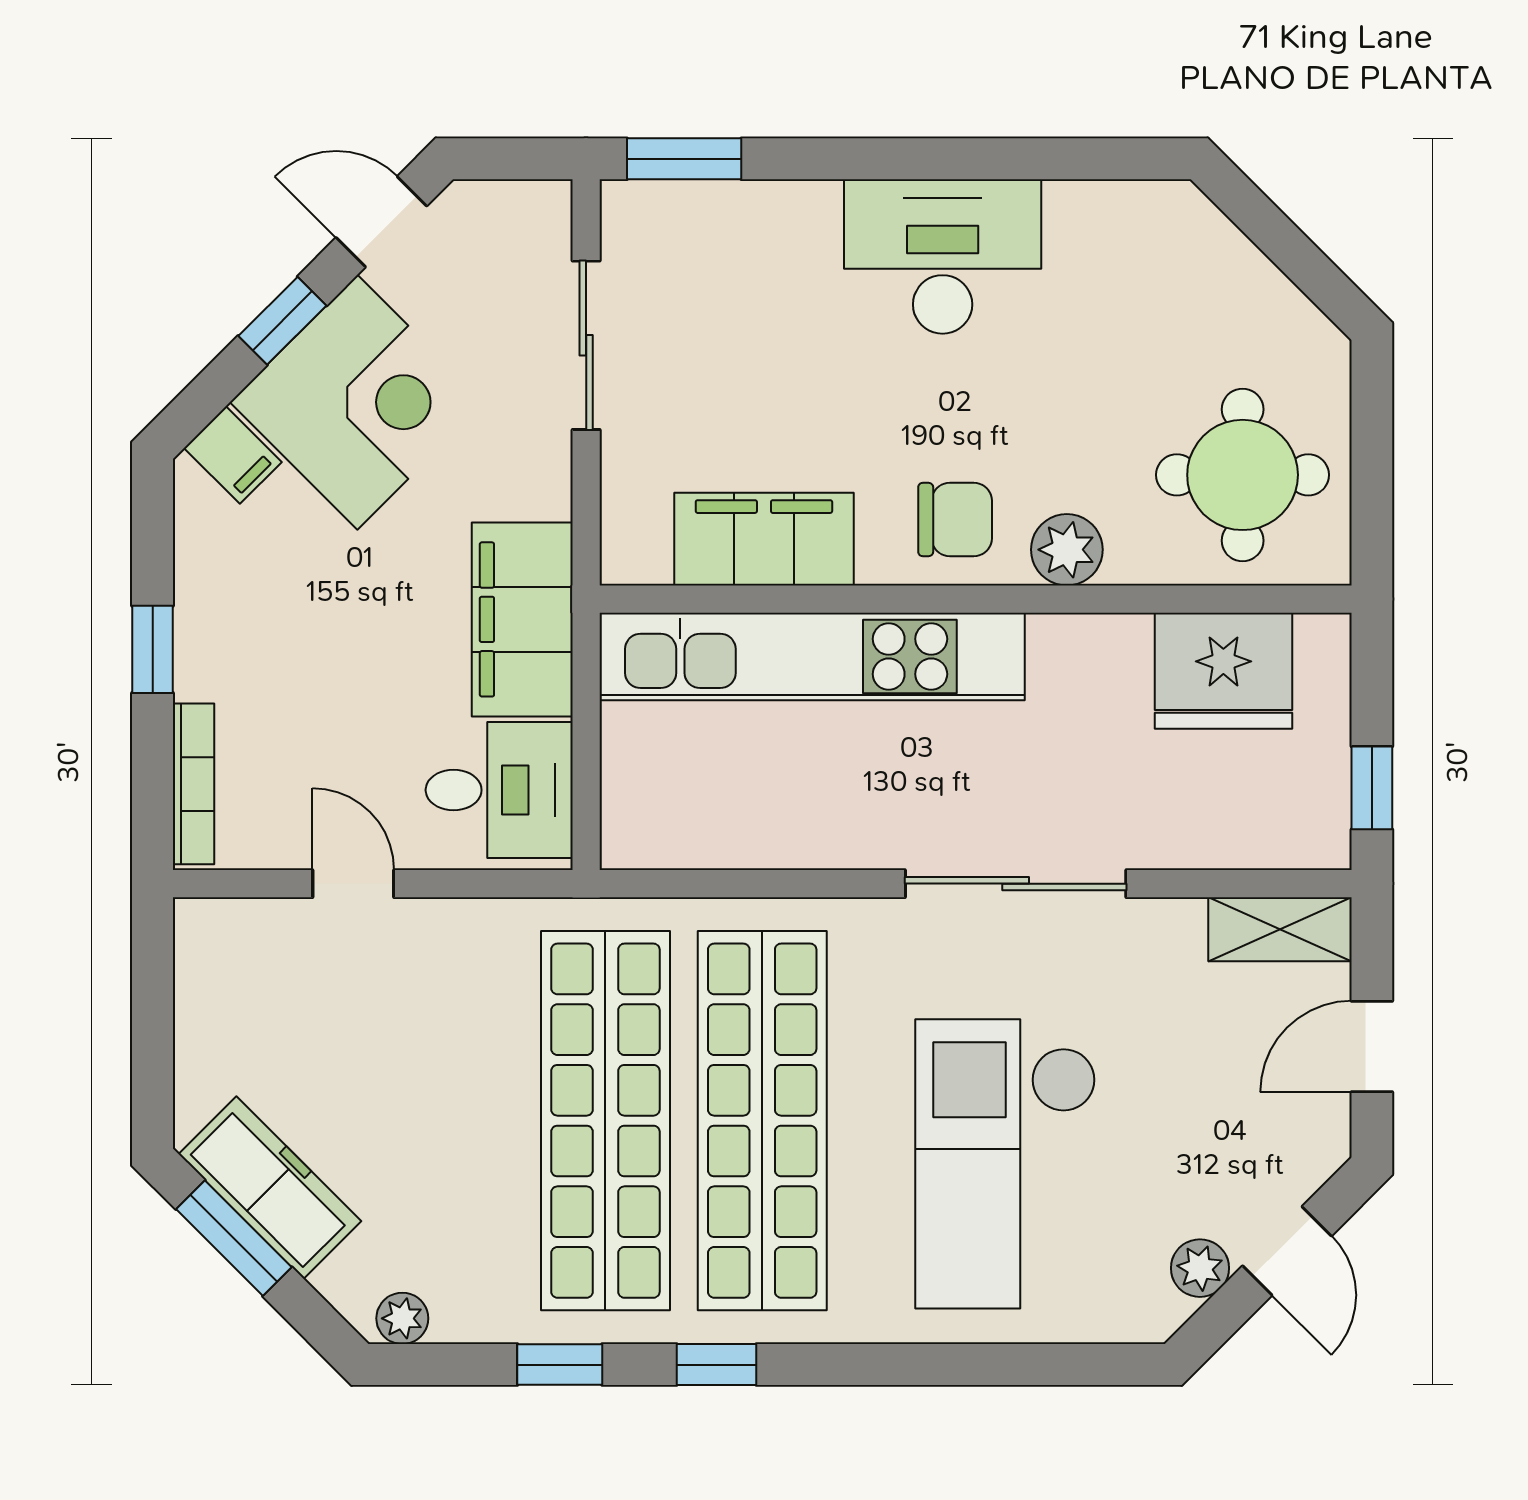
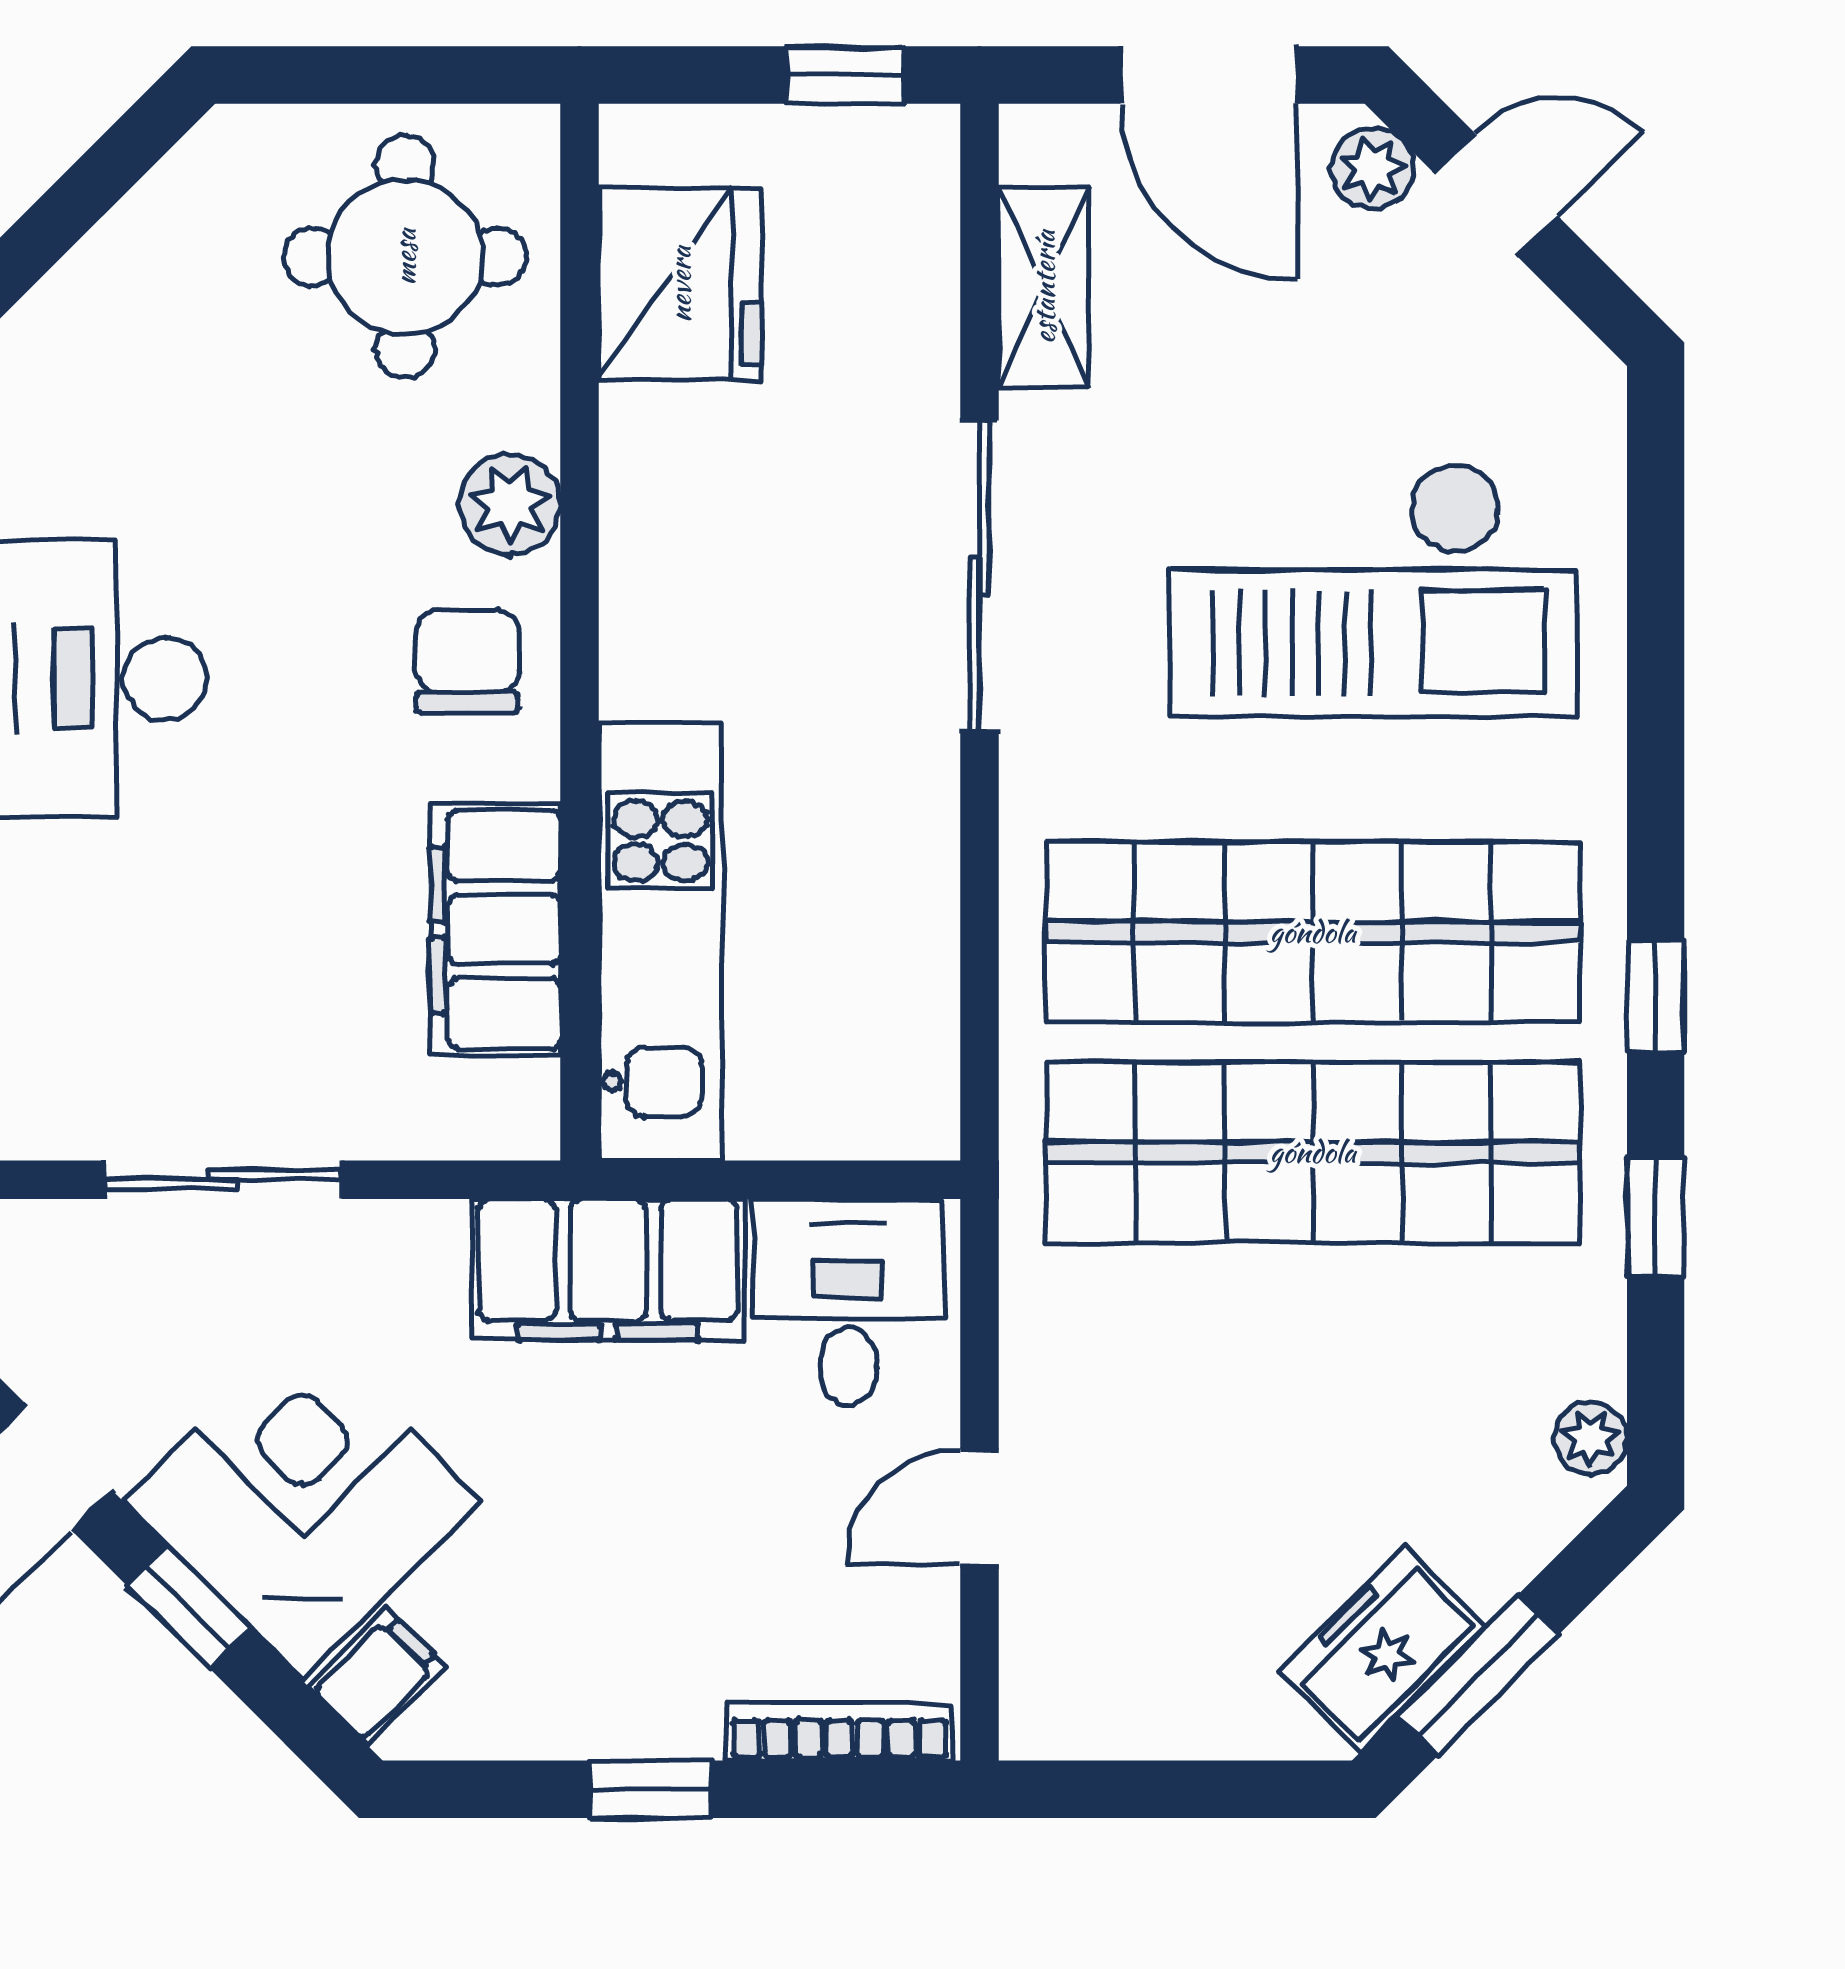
kitchen unit: (812, 657) -> (660, 942), width x0.73
shelving: (1280, 929) -> (1044, 287), moved
door: (1372, 1047) -> (1209, 75), width x1.38
freezer: (270, 1188) -> (1382, 1649), width x0.71
plant: (1200, 1268) -> (1373, 169), moved

